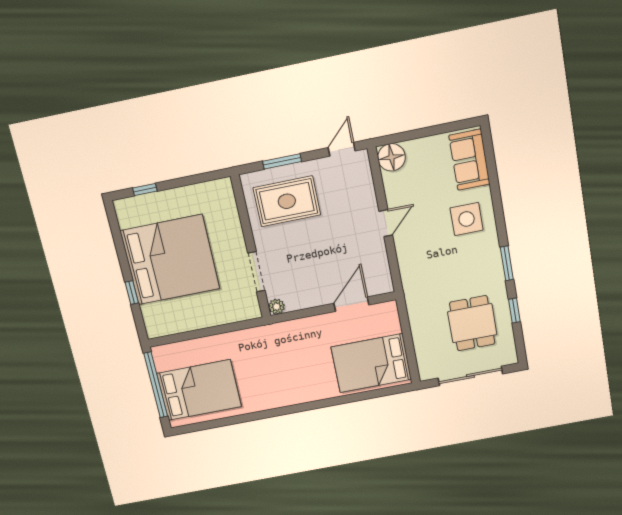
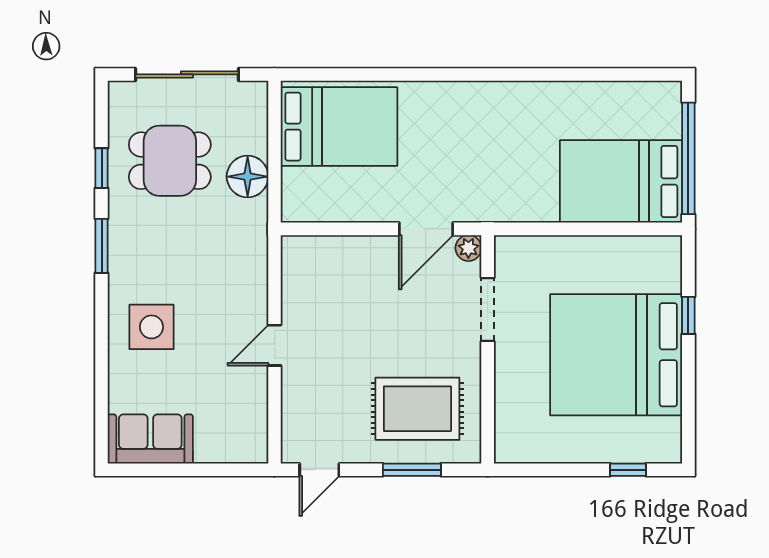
floor lamp: (391, 157) -> (248, 177), moved
sofa: (469, 160) -> (150, 439), moved, turned -90
door: (351, 304) -> (426, 229), moved
dining table: (472, 323) -> (170, 161), turned 90
bed: (199, 390) -> (621, 181), moved

